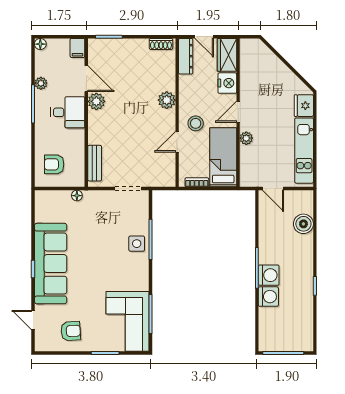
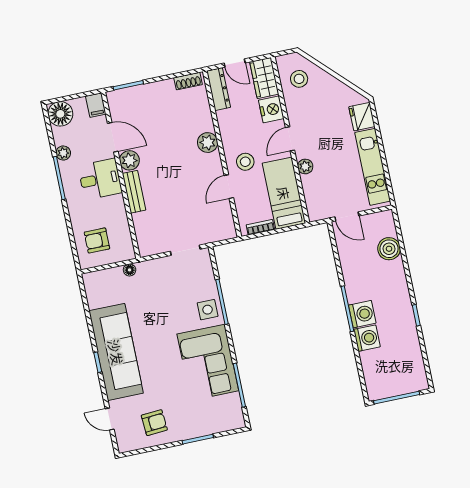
floor lamp: (40, 44) -> (60, 114), width x1.89, depth x1.89
stool: (257, 62) -> (299, 79), added
bench: (95, 163) -> (134, 192), moved
corner sofa: (127, 321) -> (208, 362), moved

